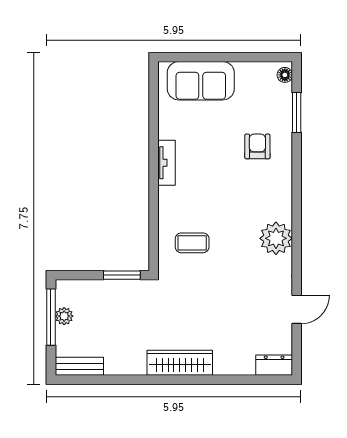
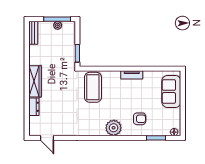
plant: (276, 238) -> (114, 128), moved
coffee table: (192, 243) -> (93, 87), width x1.86, depth x1.72
door: (297, 309) -> (47, 138), moved
dresser: (274, 365) -> (34, 107), moved

